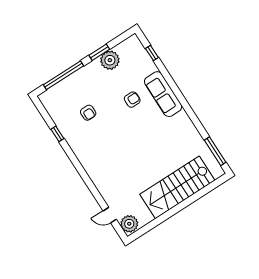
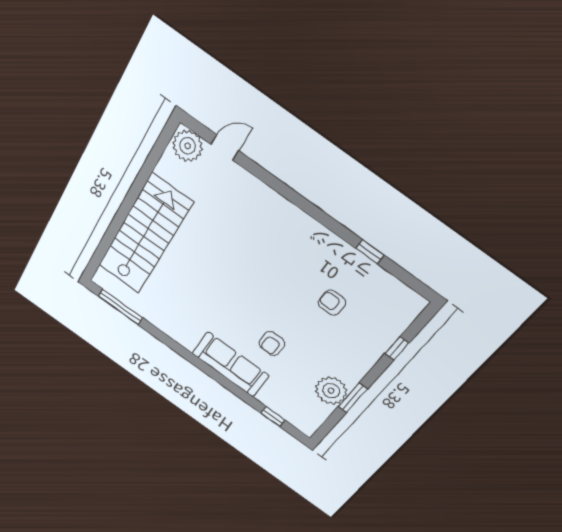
window: (63, 75) -> (397, 348), width x0.32

